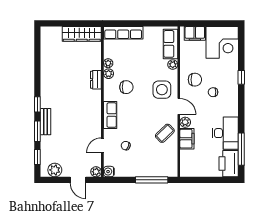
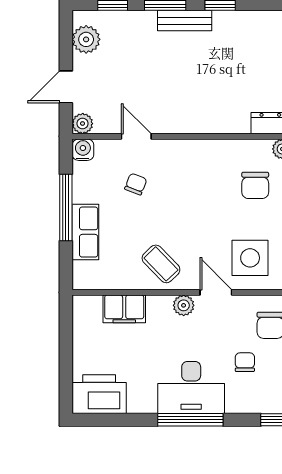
door: (179, 106) -> (216, 292), swing flipped
row of seats: (110, 115) -> (85, 232), moved, turned -90
desk: (225, 133) -> (191, 387), moved
filing cabinet: (187, 139) -> (124, 309), moved
window: (241, 149) -> (190, 420), moved
window: (152, 180) -> (66, 208), moved

